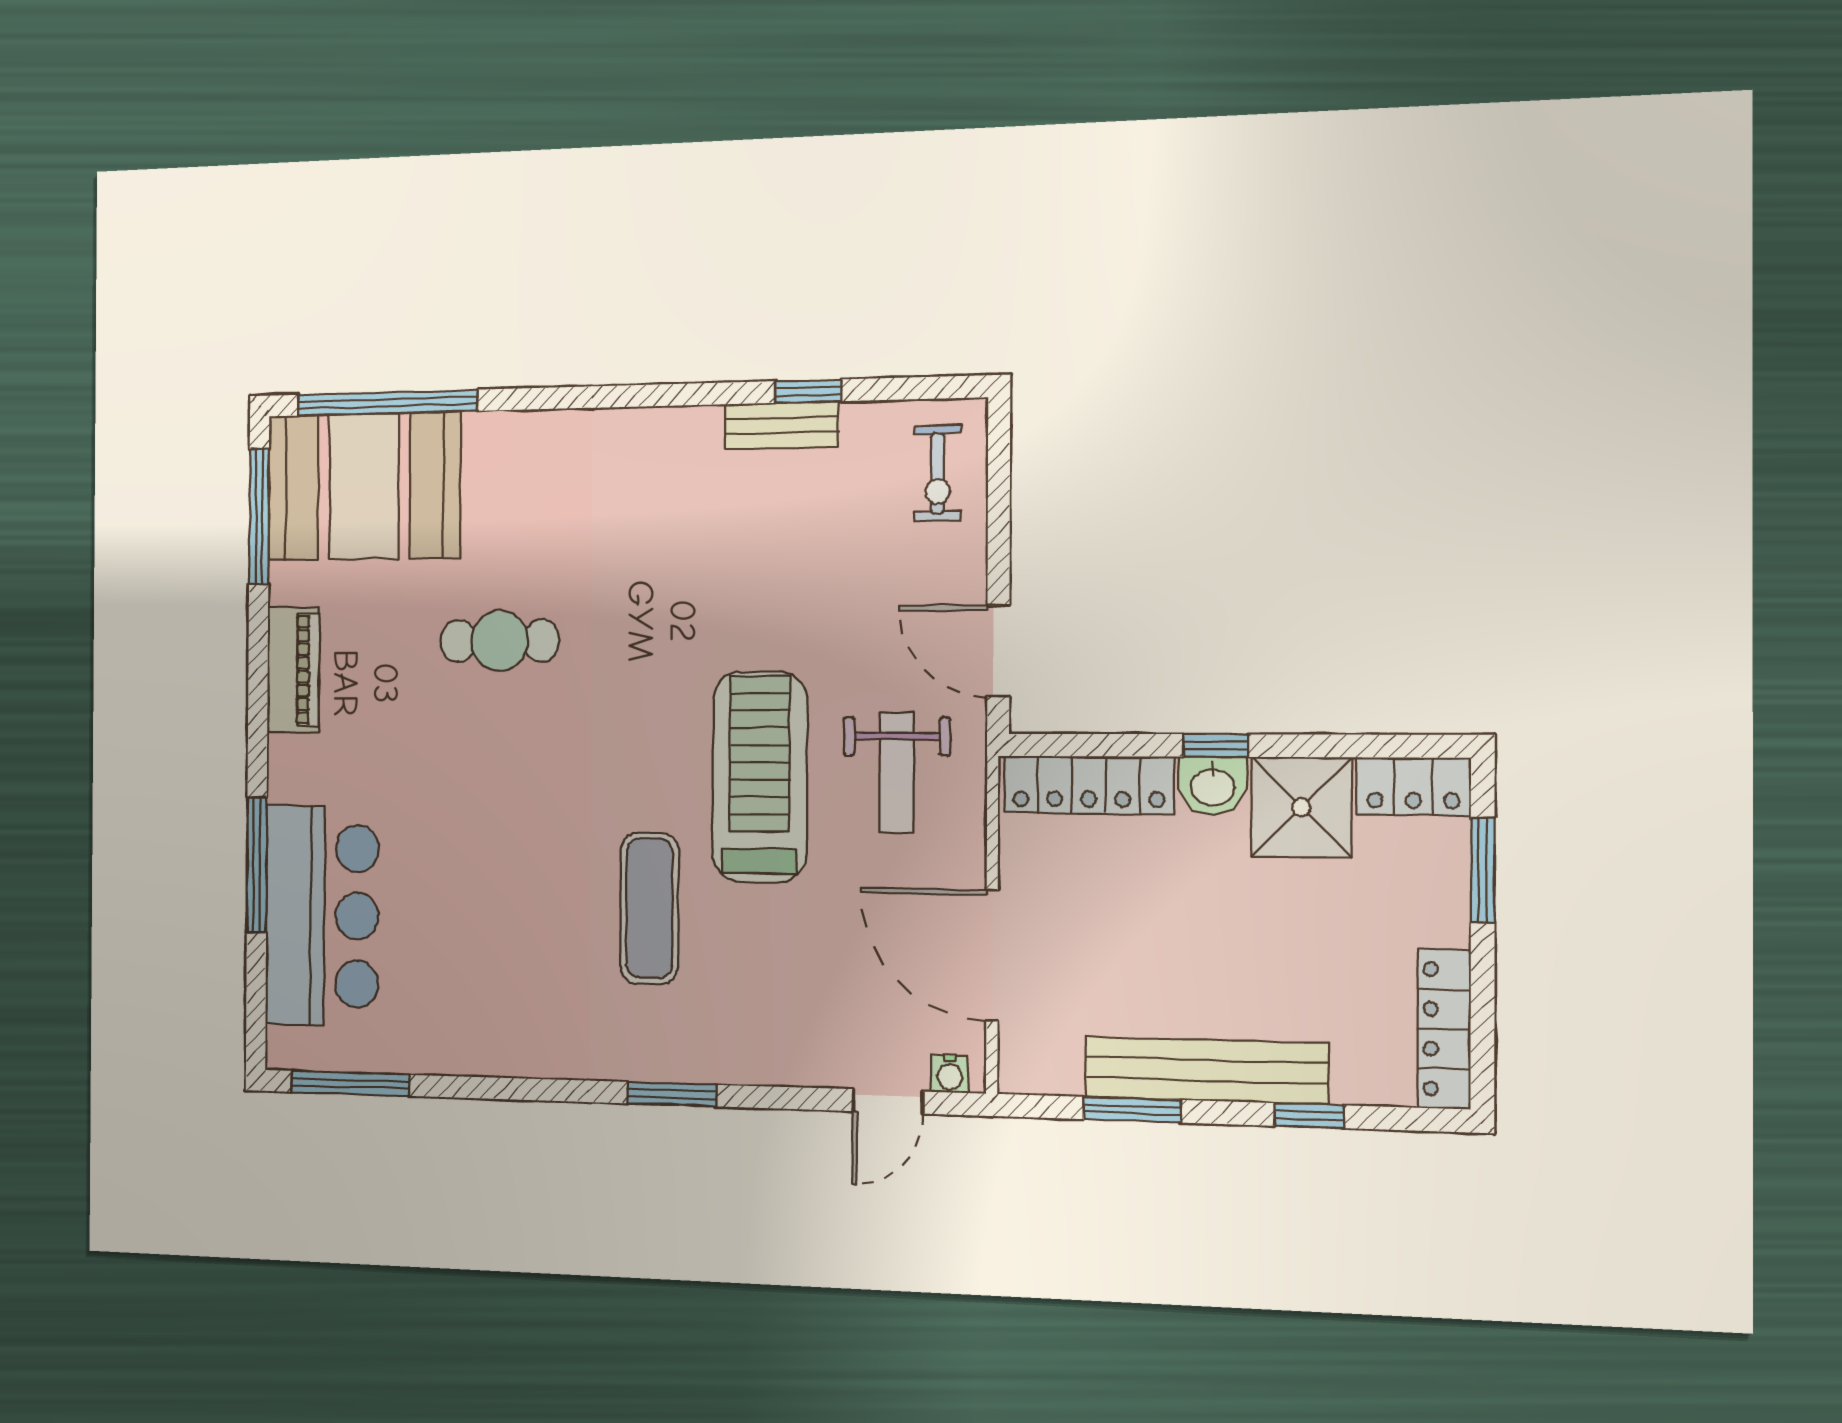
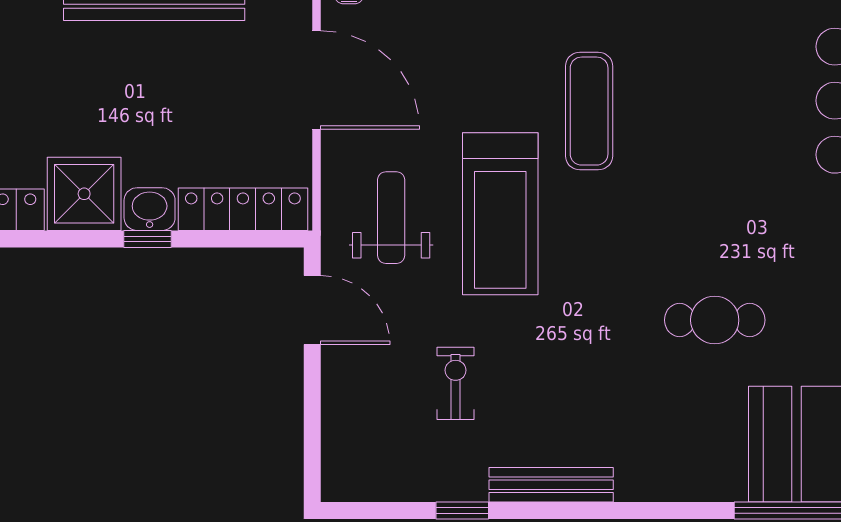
bench: (782, 425) -> (551, 485), moved, width x1.36
exercise bike: (938, 473) -> (456, 383), moved

